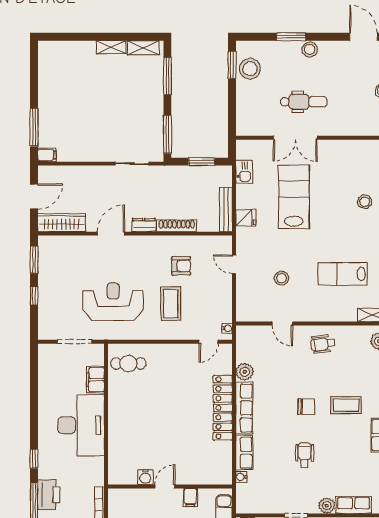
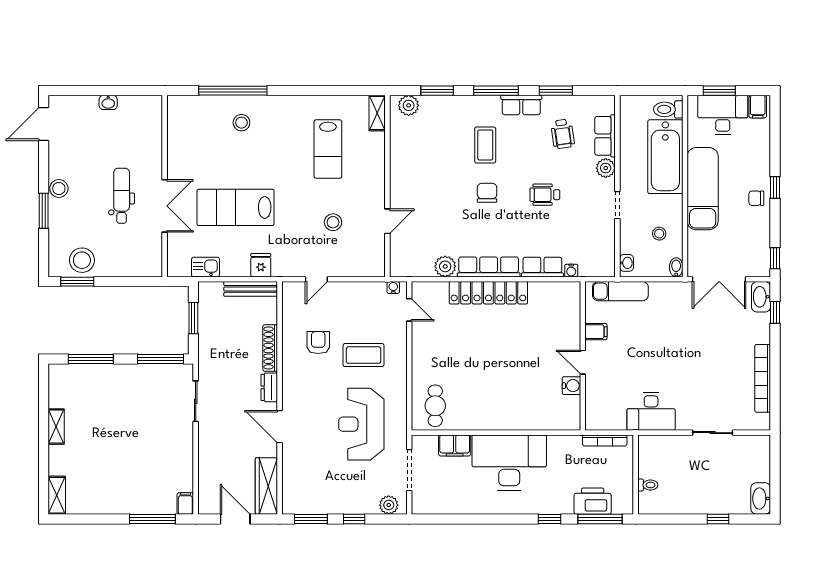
shelving: (143, 48) -> (57, 495), moved
plant: (46, 325) -> (389, 505), added
wheelchair: (323, 344) -> (563, 134), moved

